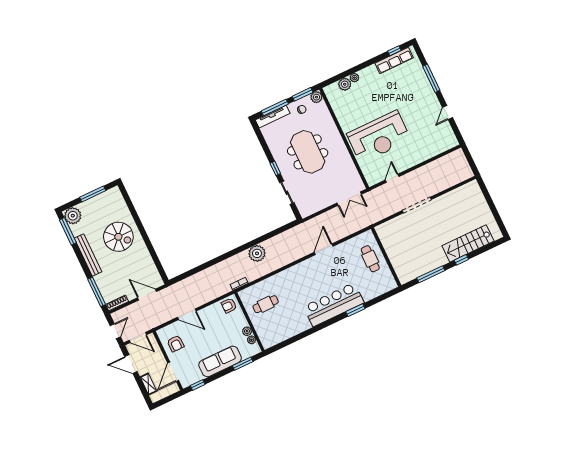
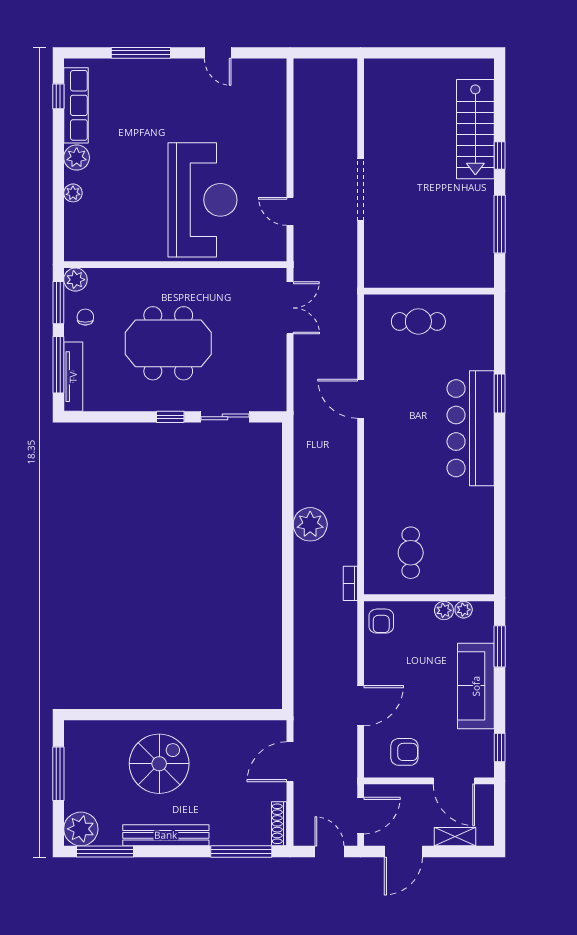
plant: (345, 84) -> (77, 158), moved

